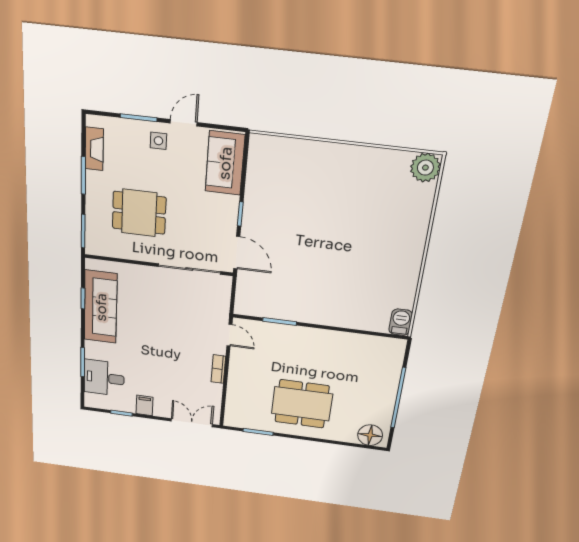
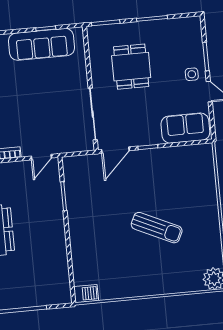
fireplace: (94, 149) -> (175, 25), removed
sun lounger: (342, 225) -> (157, 228), added

